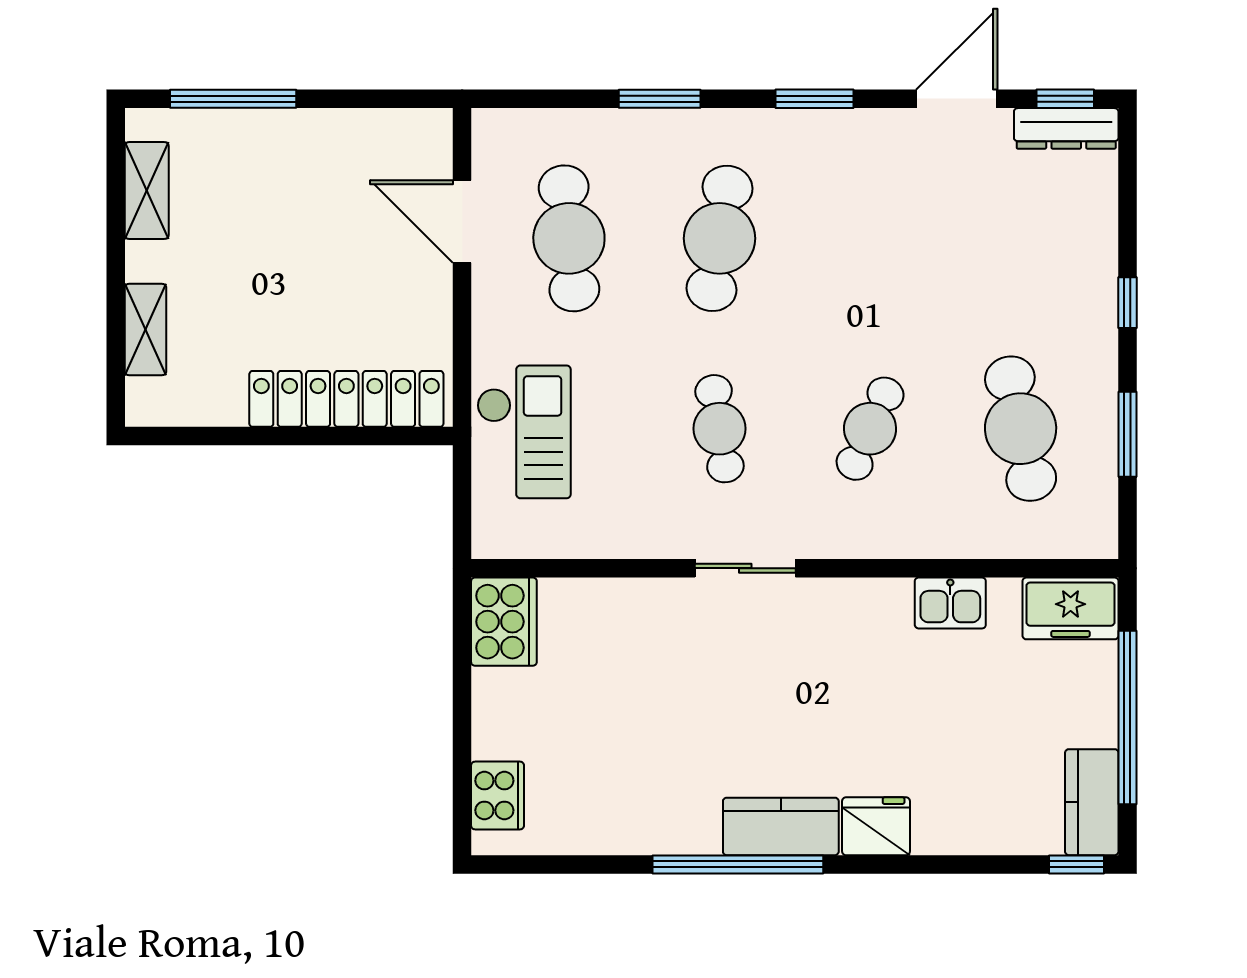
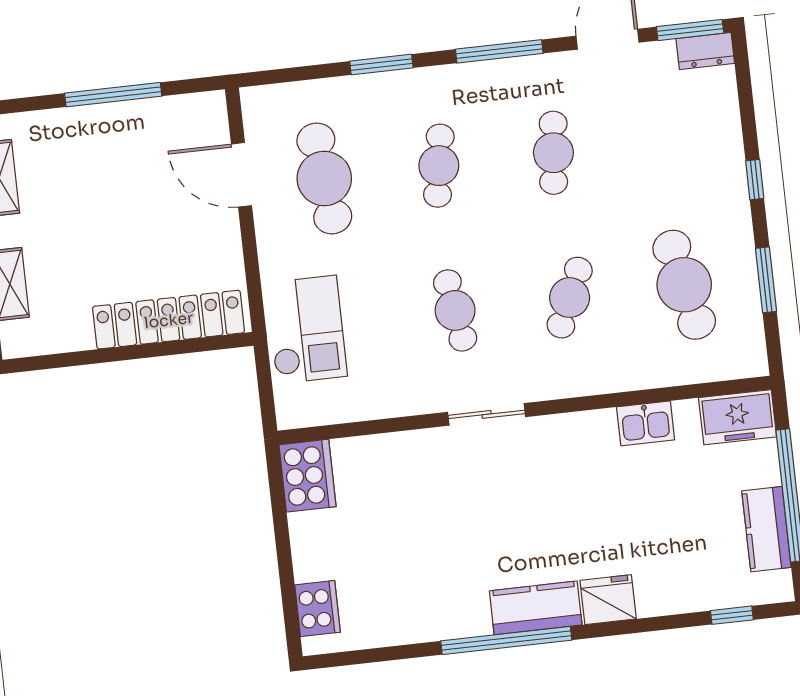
window: (233, 99) -> (113, 95), moved
window: (815, 99) -> (499, 51), width x1.44
window: (1065, 99) -> (690, 30), width x1.50
dresser: (1066, 128) -> (705, 51), width x0.70
cafe table: (720, 238) -> (439, 166), width x0.73, depth x0.74
cafe table: (870, 238) -> (553, 153), added
kitchen counter: (1092, 802) -> (766, 529), moved
window: (1077, 864) -> (732, 615), moved

